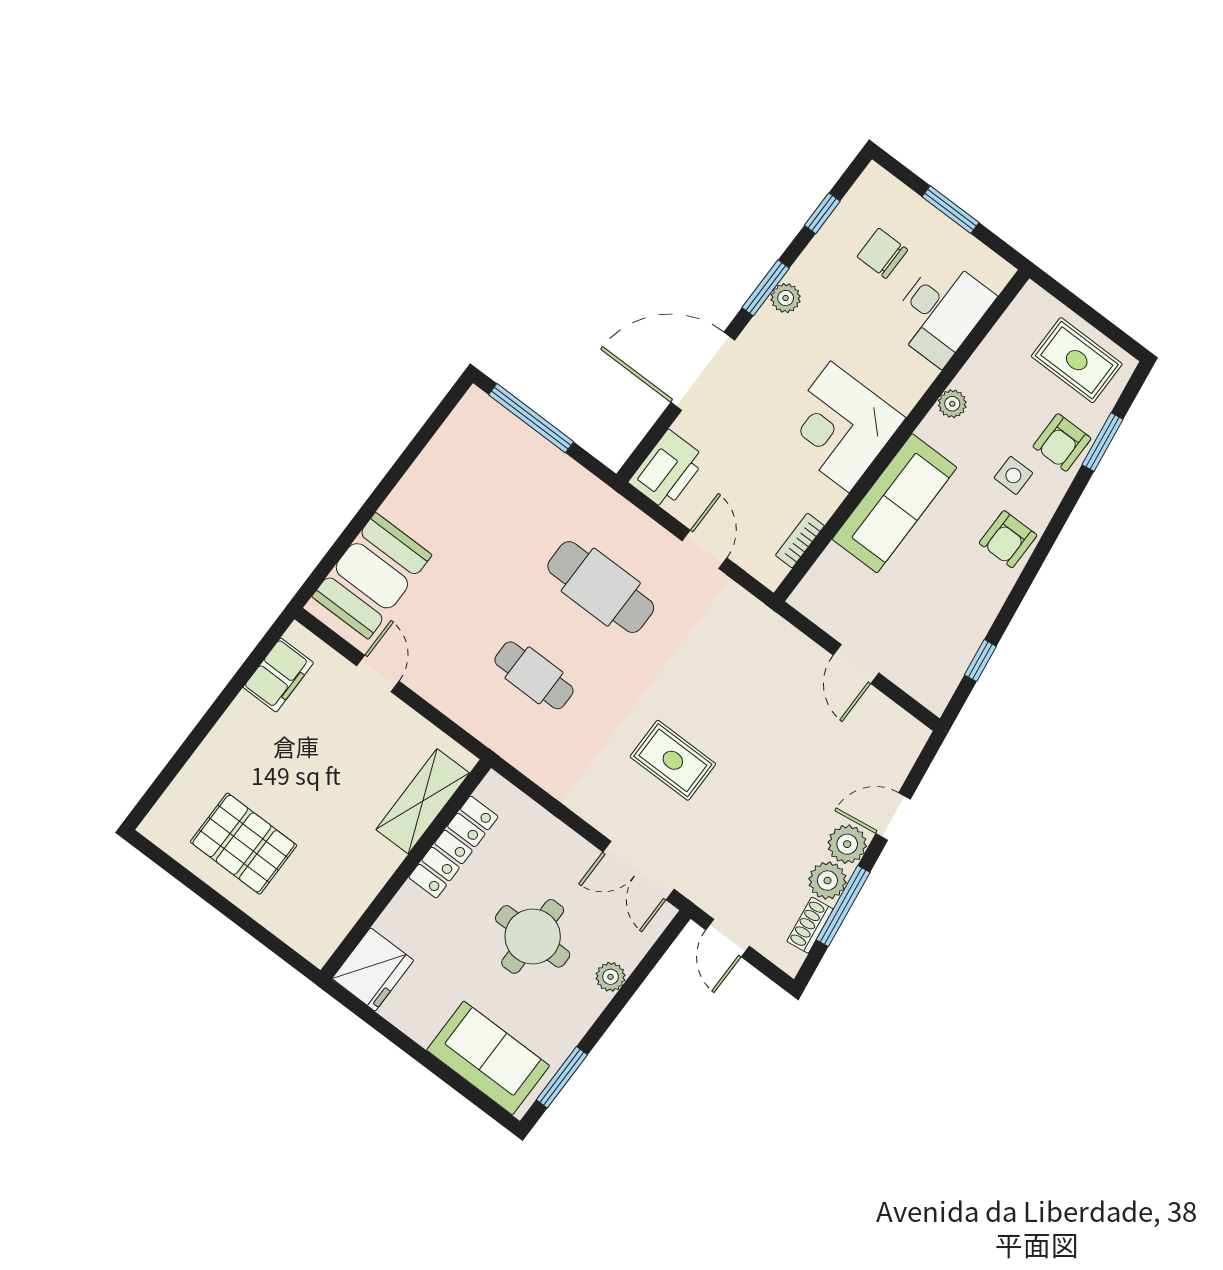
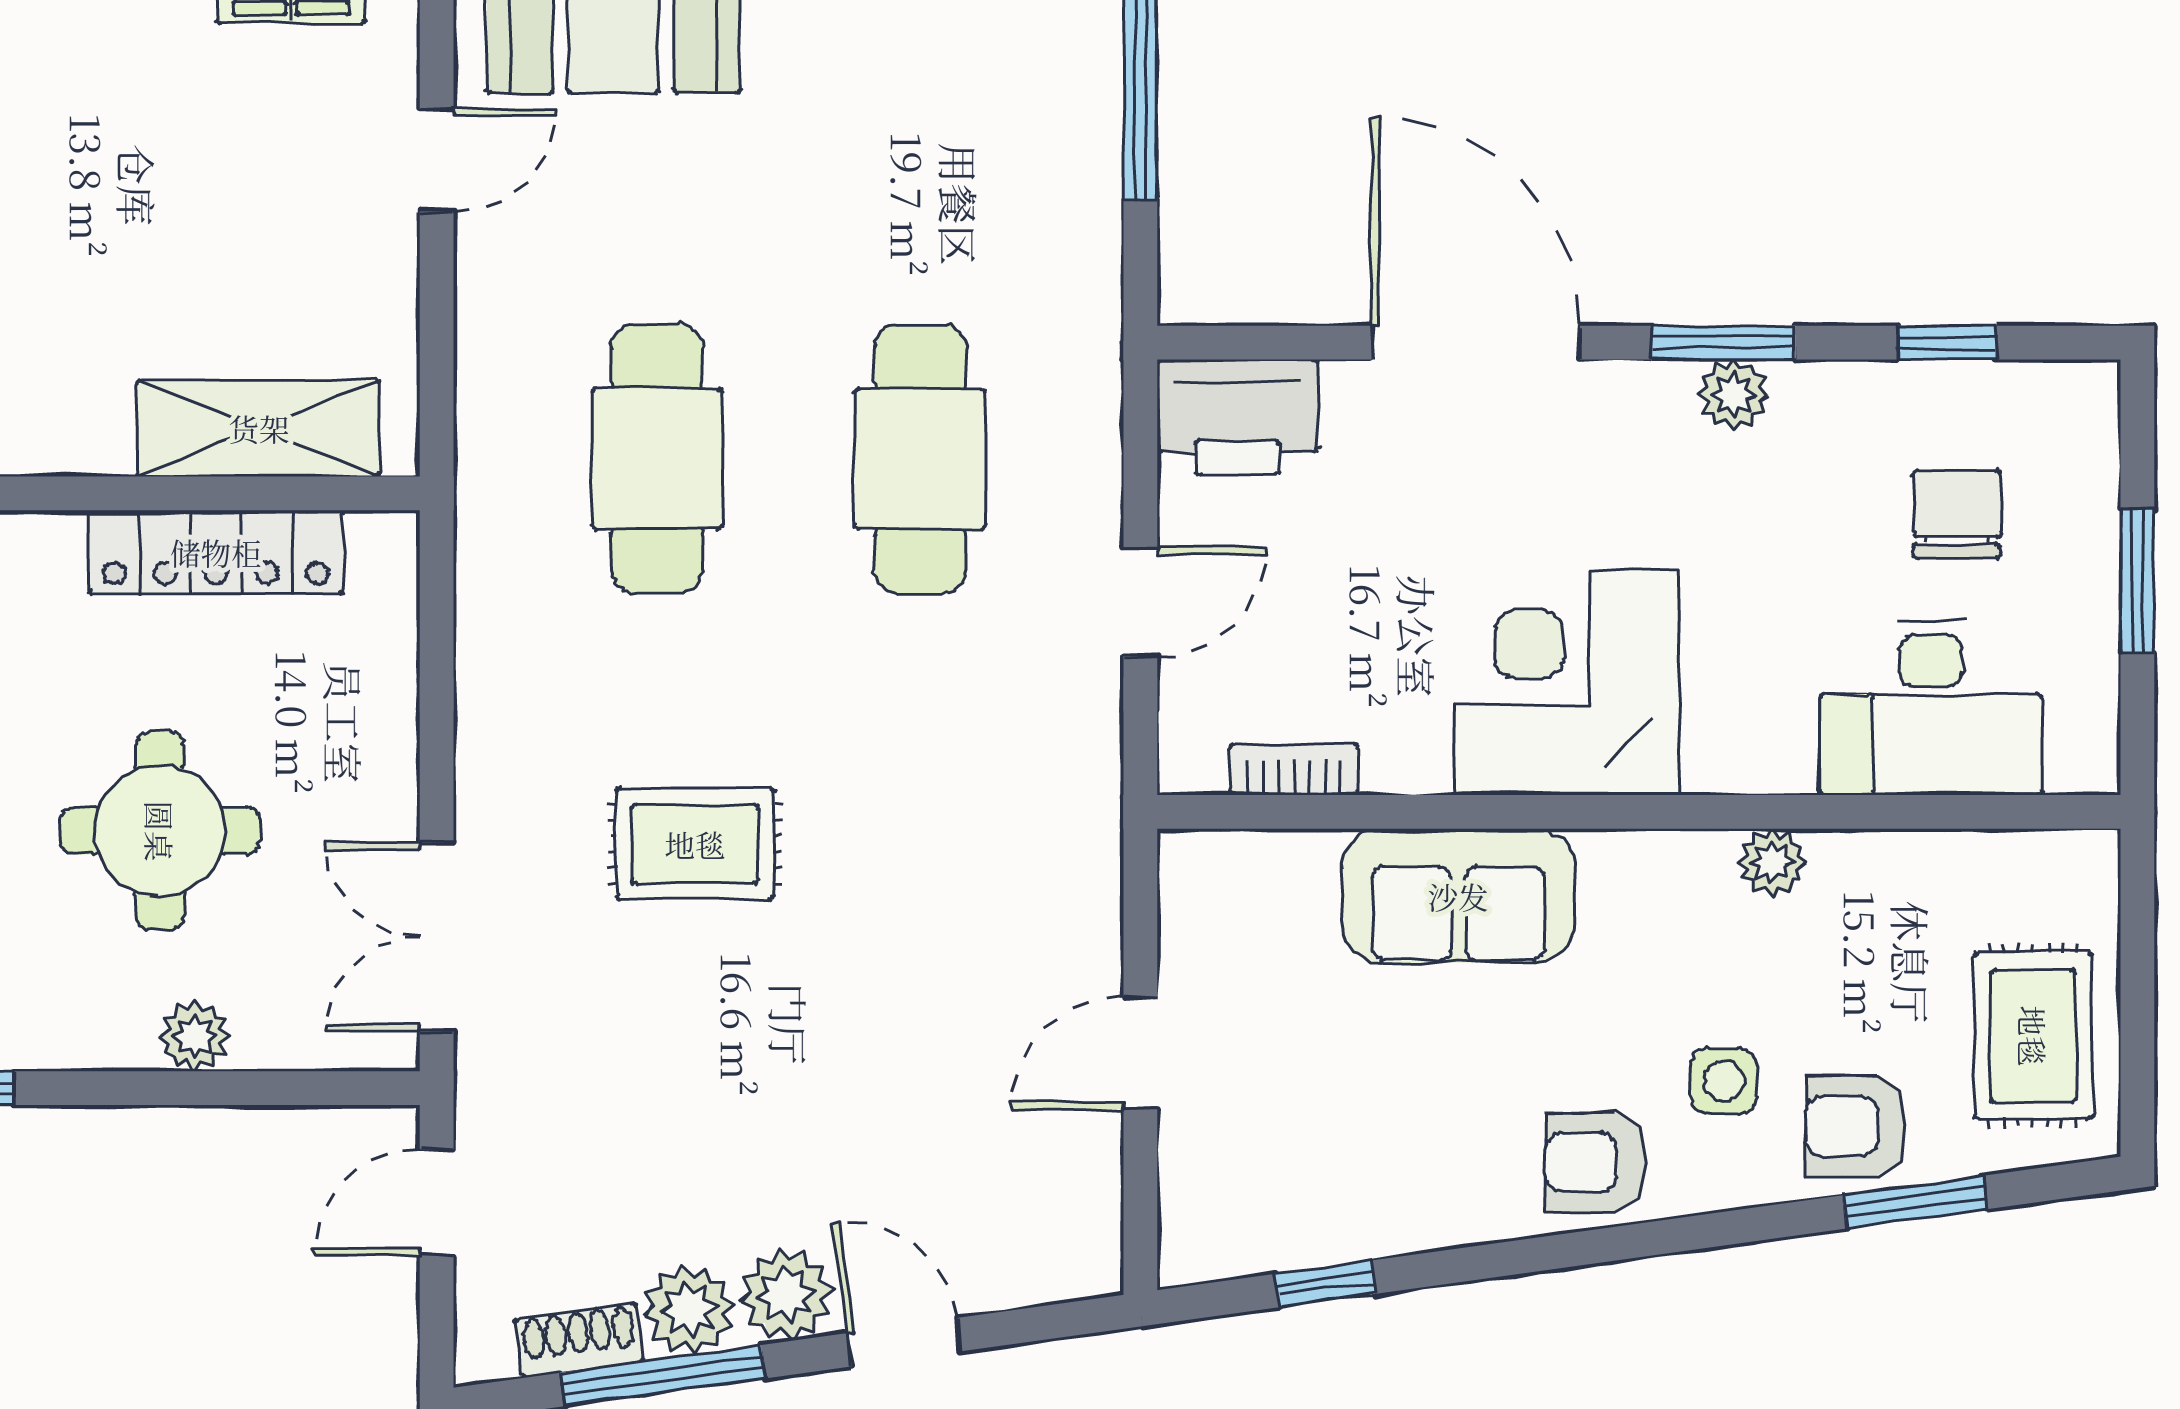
sofa: (895, 503) -> (1458, 896), width x0.73
cafe table: (534, 675) -> (657, 459), width x1.37, depth x1.35
rug: (673, 760) -> (695, 844), turned 90

